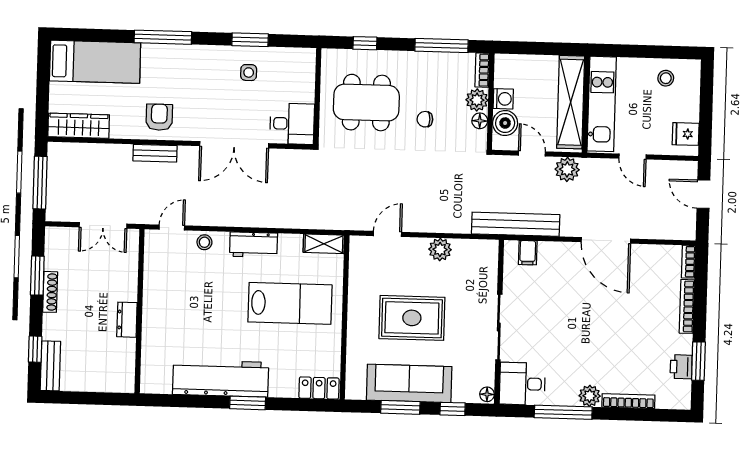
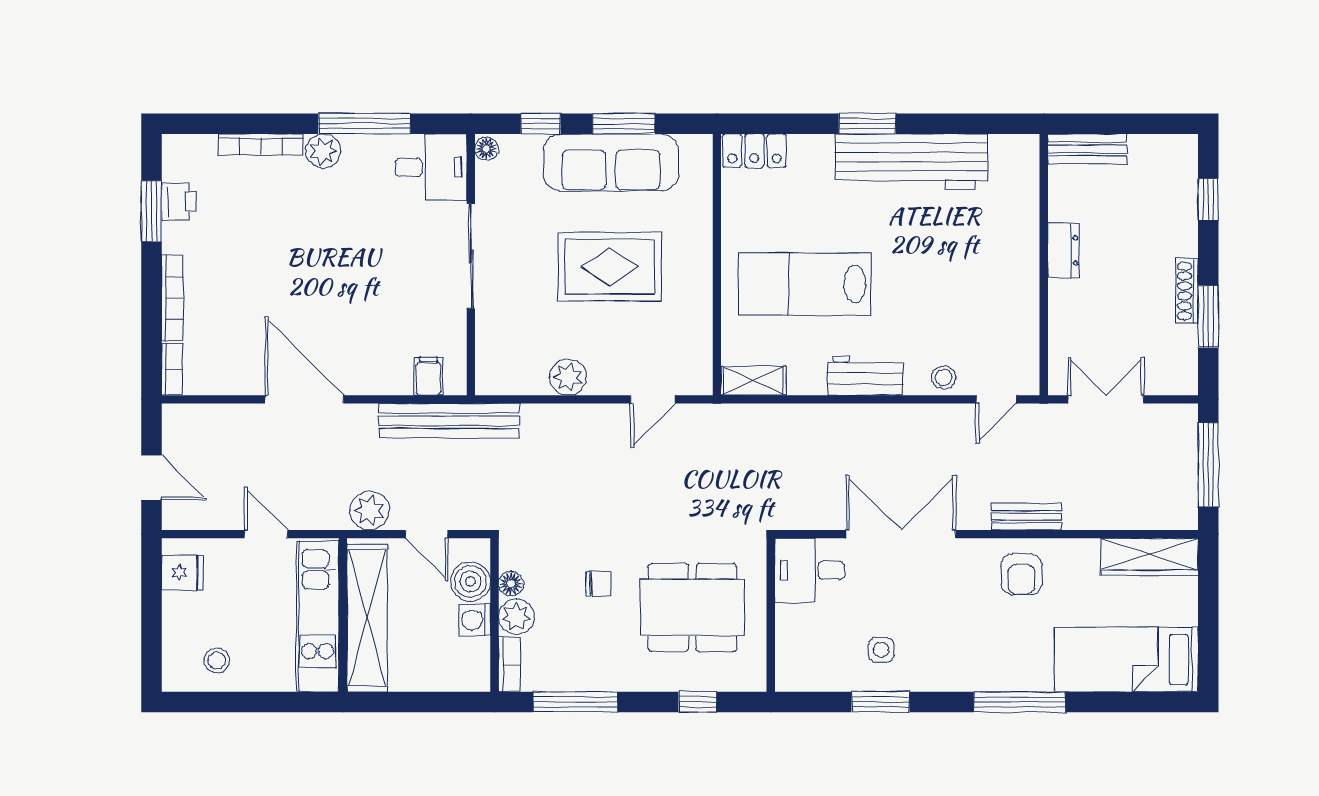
bench: (50, 366) -> (1087, 149), moved, turned 90

